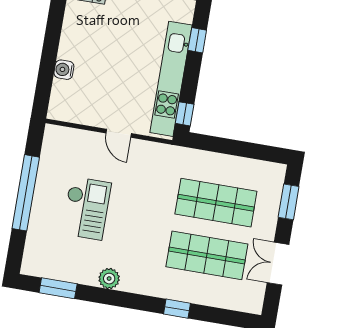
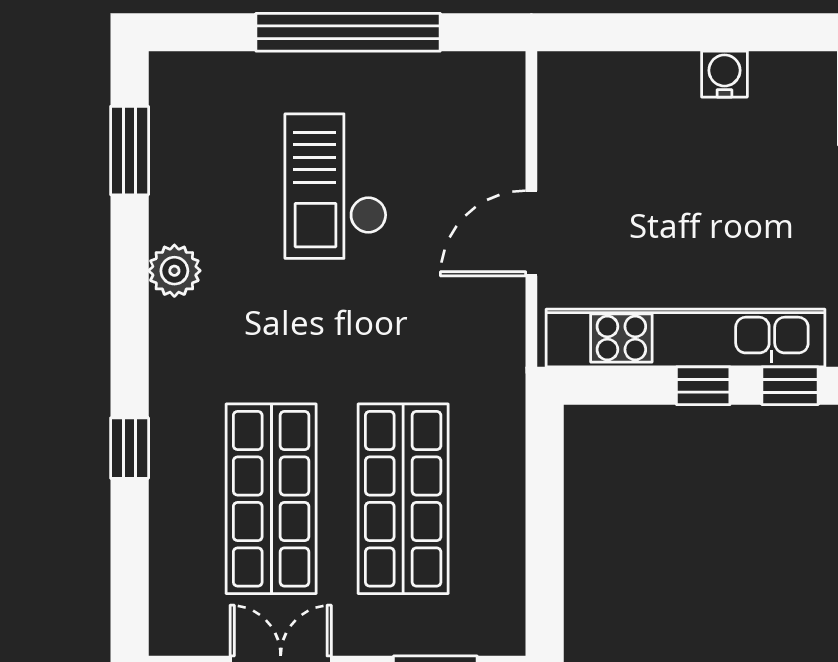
water cooler: (64, 70) -> (724, 74), moved
window: (185, 114) -> (703, 386), moved
door: (119, 133) -> (531, 233), width x1.38
checkout: (86, 208) -> (336, 186), turned 90

